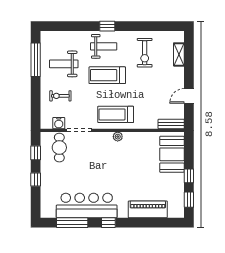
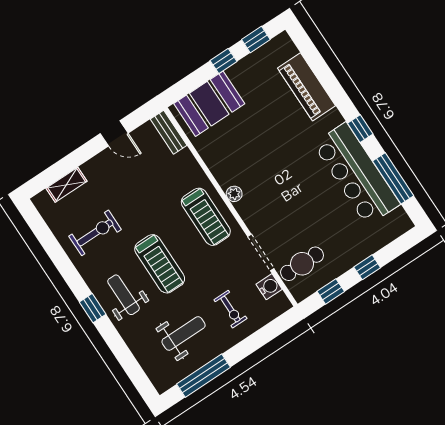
weight bench: (64, 64) -> (184, 333), turned -90

